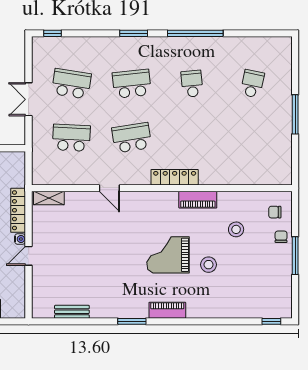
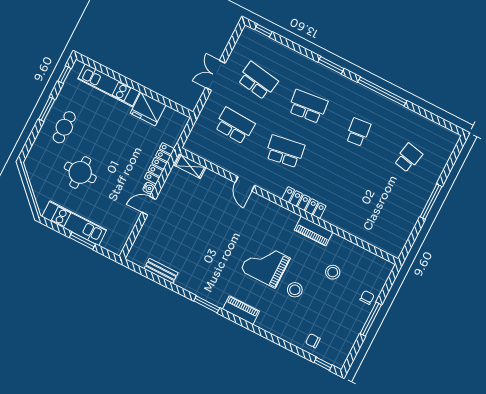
chair: (275, 212) -> (313, 341), moved

